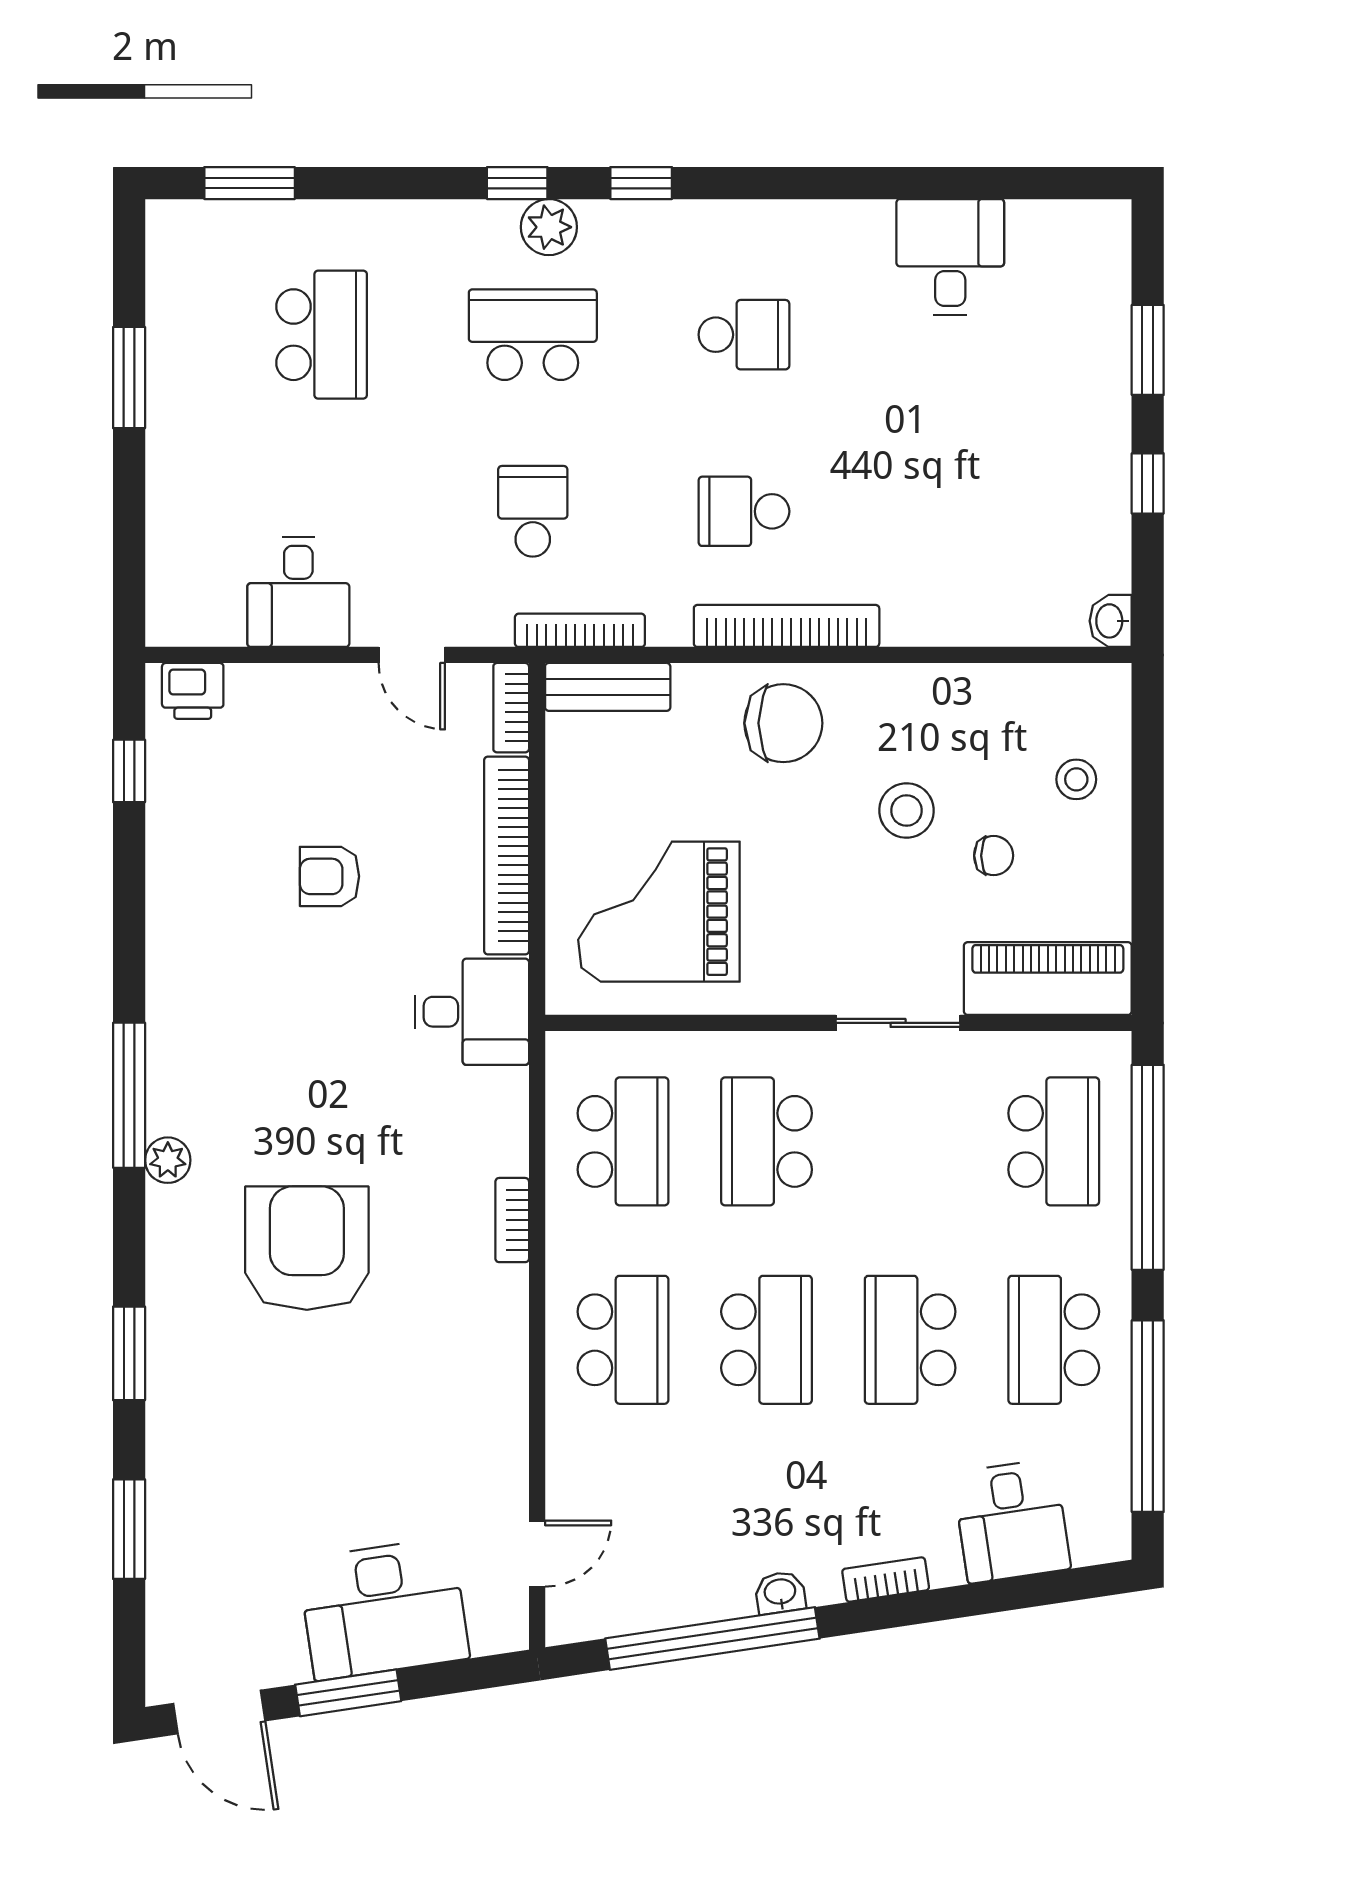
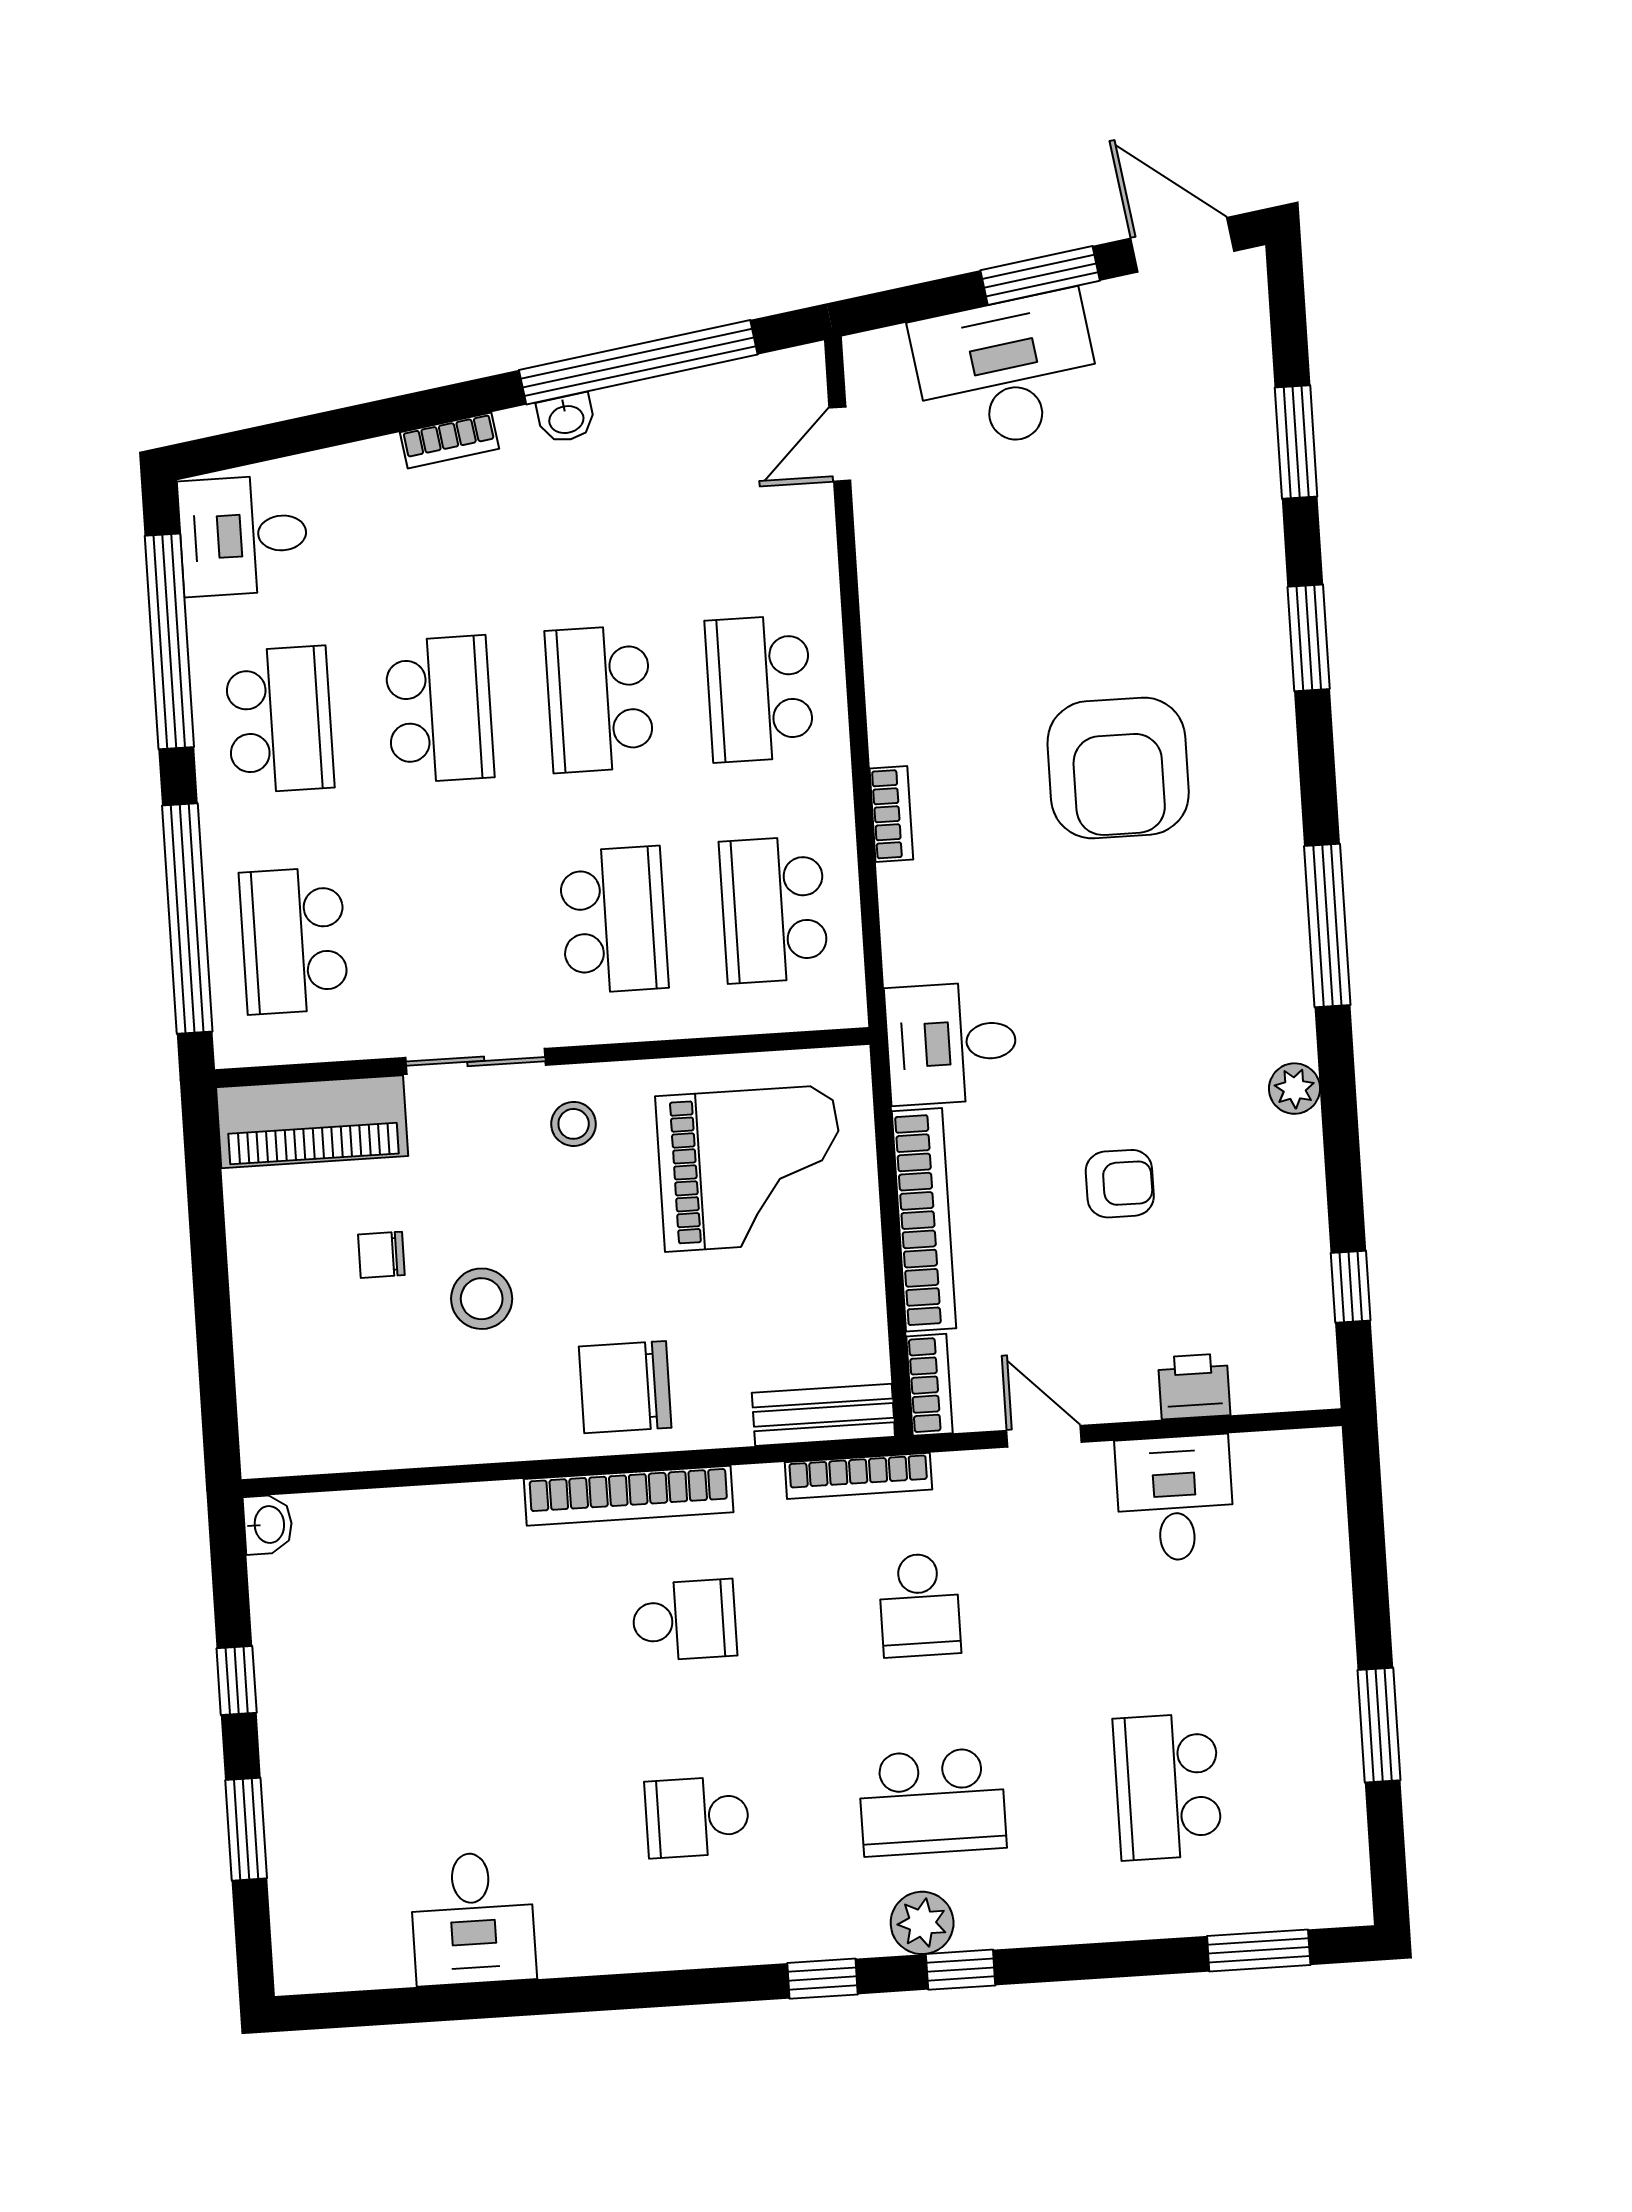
printer: (193, 691) -> (1194, 1386), moved
stool: (1076, 779) -> (574, 1124), moved
plant: (168, 1160) -> (1295, 1089), moved
desk: (1011, 1521) -> (243, 535), moved, turned -82

